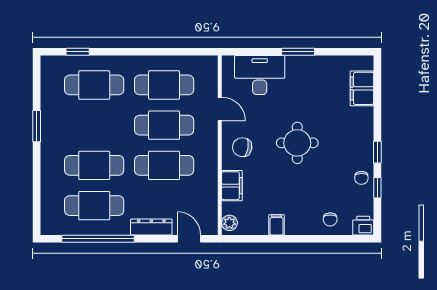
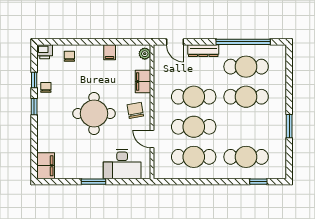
filing cabinet: (362, 88) -> (46, 166), moved
round table: (297, 143) -> (94, 114), width x1.36, depth x1.36
chair: (242, 147) -> (135, 110), turned -109

